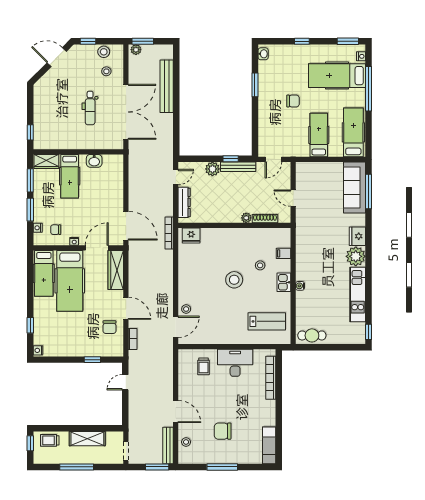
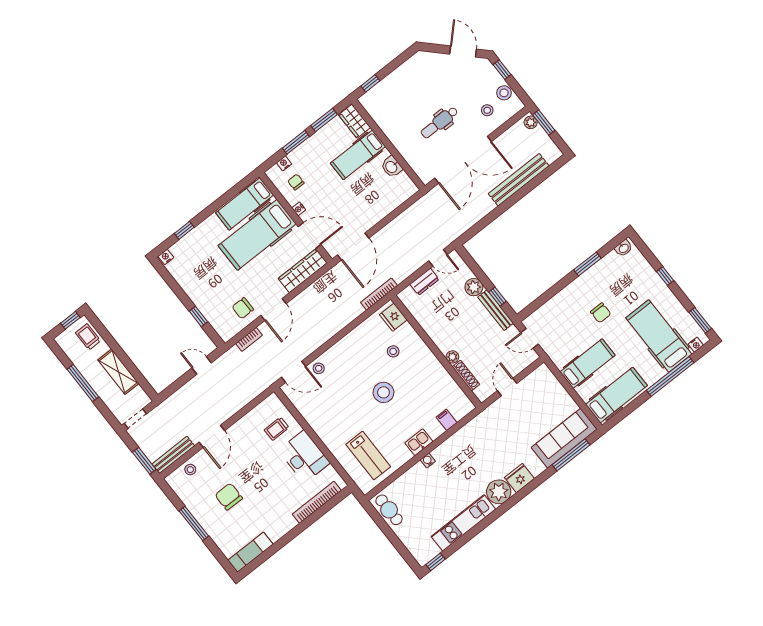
dresser: (184, 202) -> (424, 282), width x0.70
stool: (260, 265) -> (393, 351), moved

